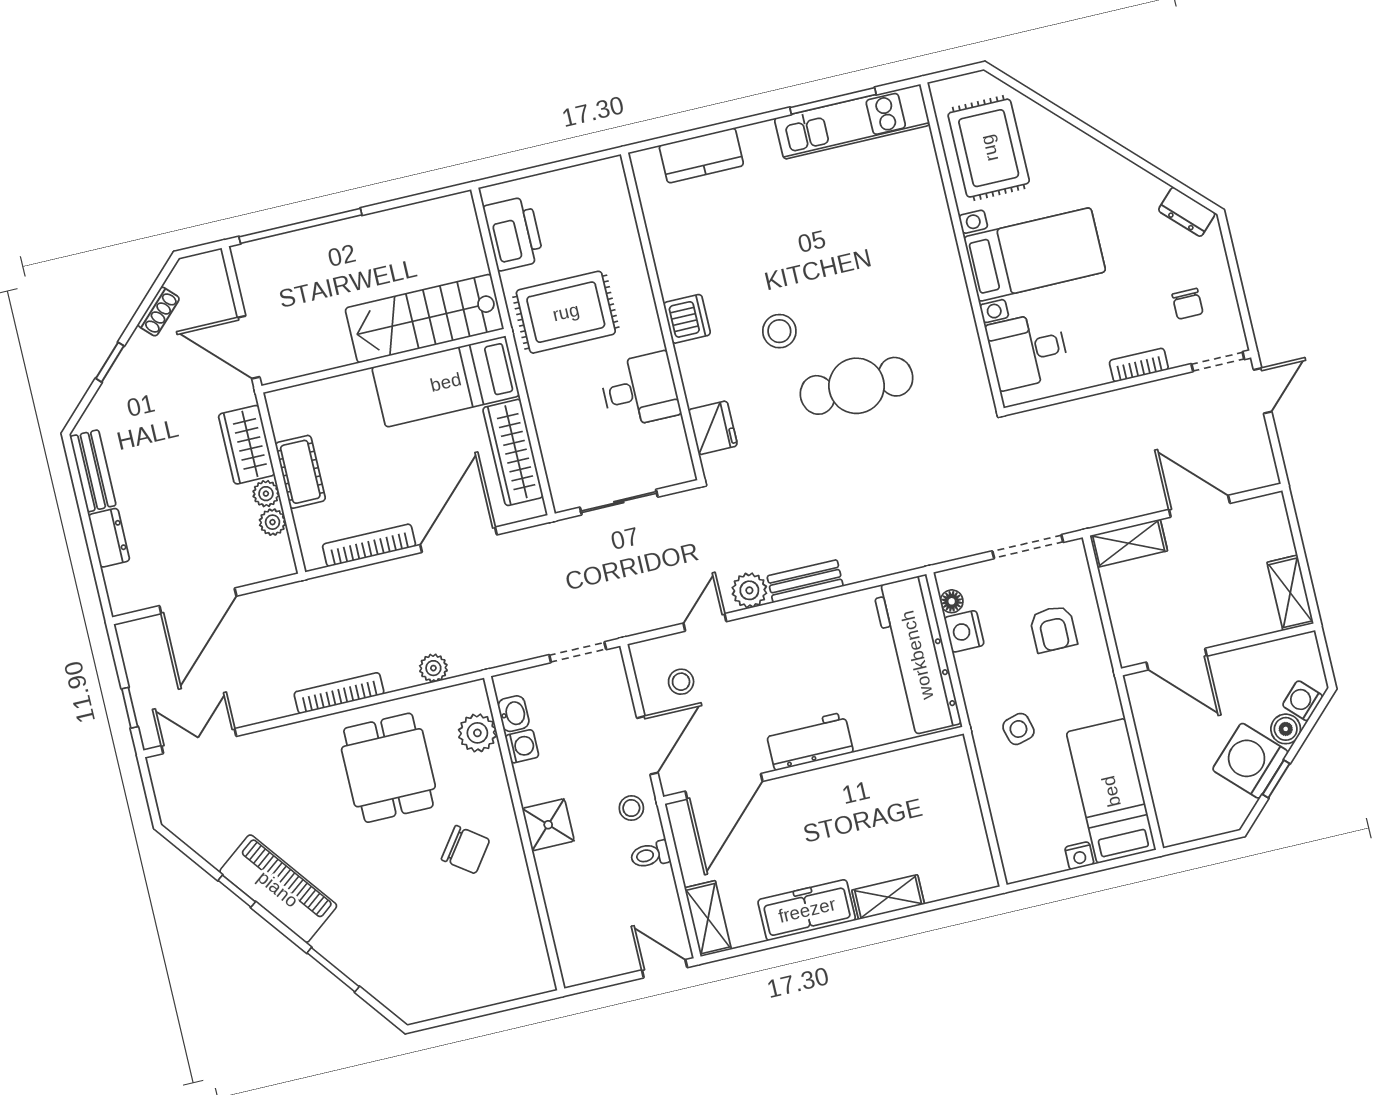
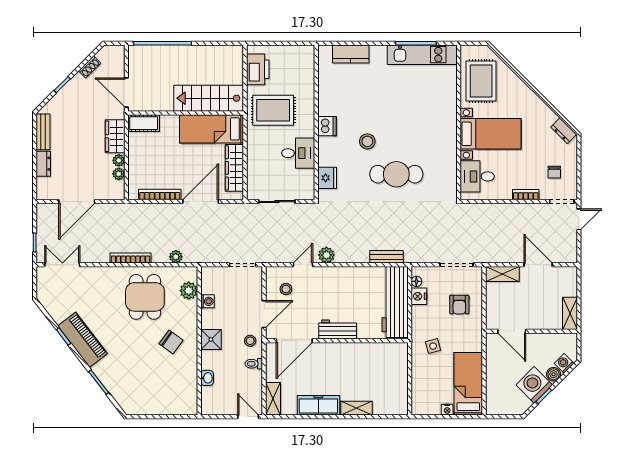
cot: (300, 472) -> (144, 123), moved, turned 90
bench: (805, 581) -> (386, 257), moved
washbasin: (513, 714) -> (207, 378), moved

